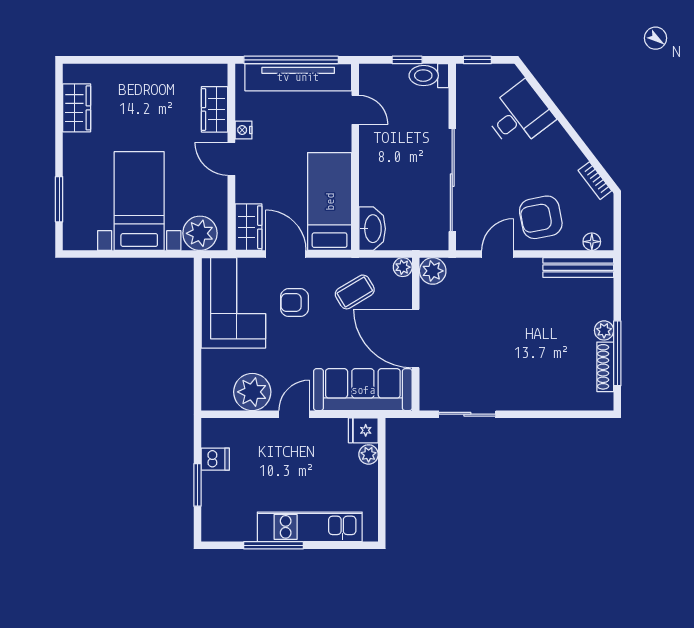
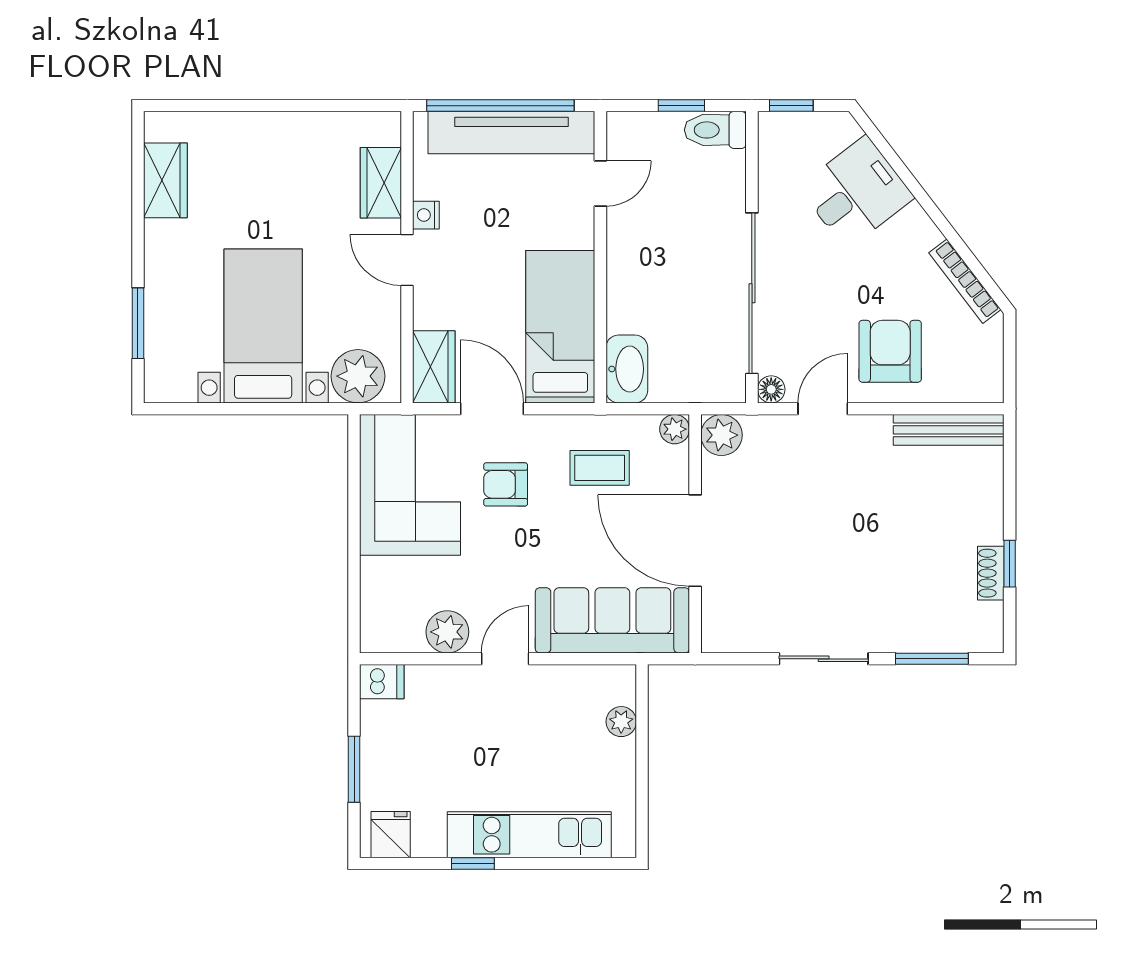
door: (355, 110) -> (600, 184), hinge flipped
bookcase: (595, 181) -> (965, 281), width x1.56
armchair: (541, 217) -> (890, 351), turned 101
floor lamp: (592, 242) -> (771, 389), moved
coffee table: (355, 292) -> (600, 468), turned 31
plant: (604, 330) -> (989, 528), removed
window: (617, 353) -> (1010, 564), width x0.46
shoe rack: (605, 367) -> (991, 573), width x0.70
plant: (252, 392) -> (447, 632), width x0.73, depth x0.73
sliding door: (467, 414) -> (824, 659), moved
window: (568, 414) -> (932, 659), added
fridge: (363, 430) -> (391, 835), moved, turned 90
dishwasher: (215, 459) -> (382, 682), moved
window: (274, 545) -> (473, 863), width x0.46

